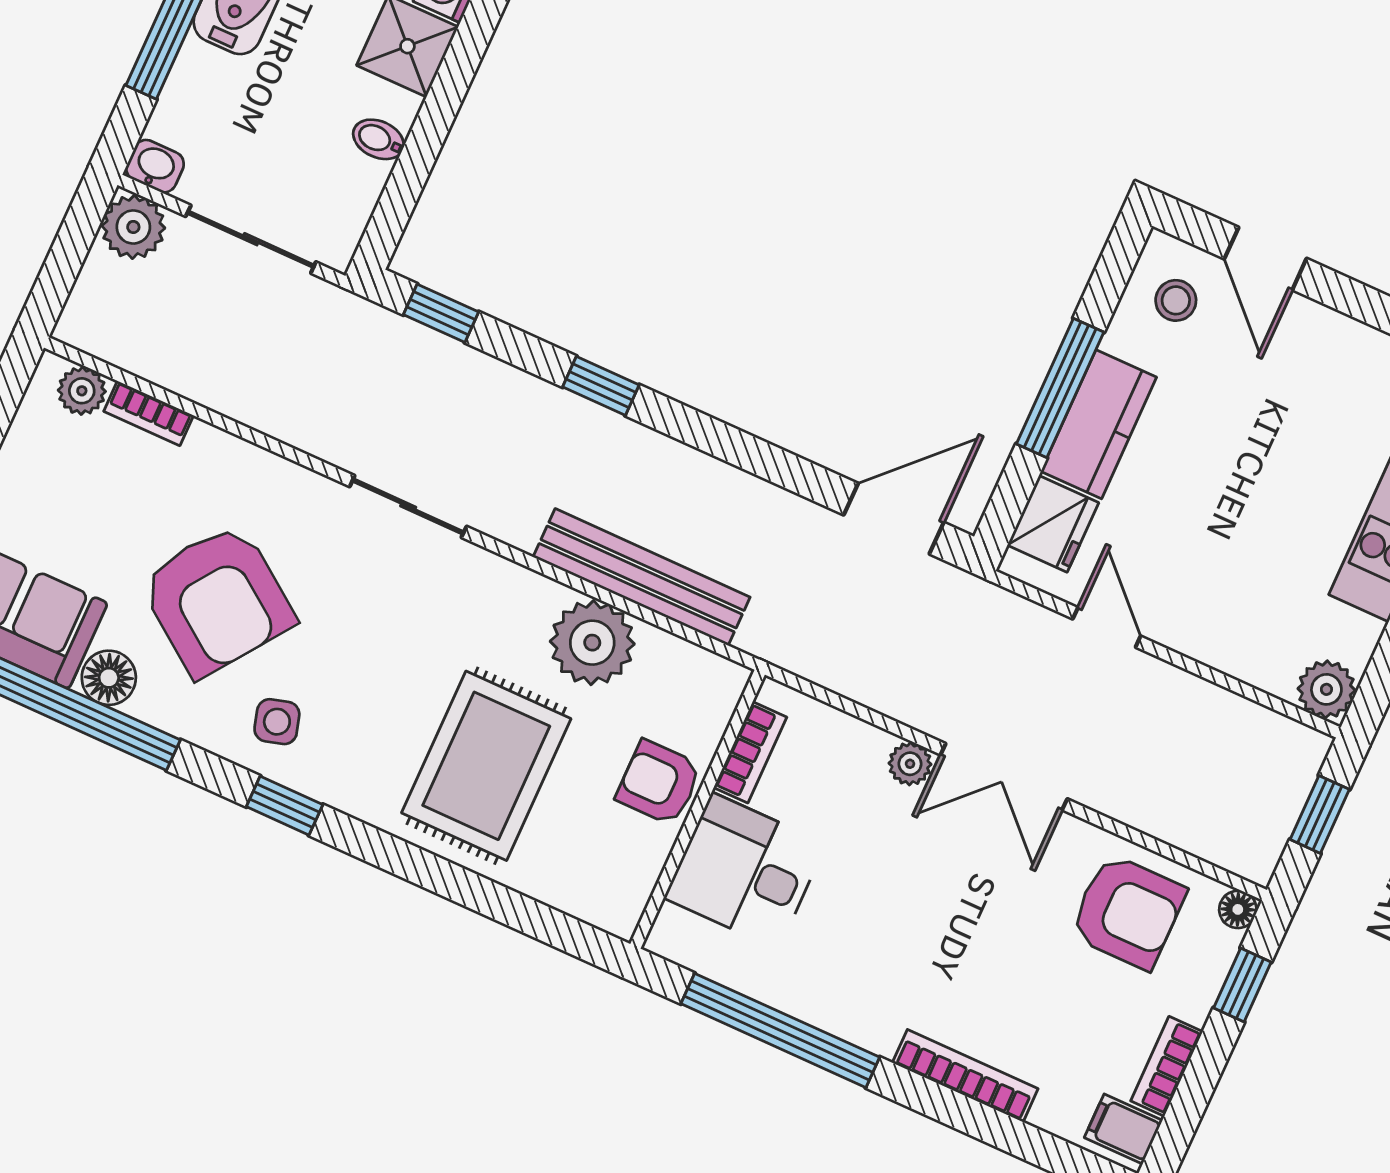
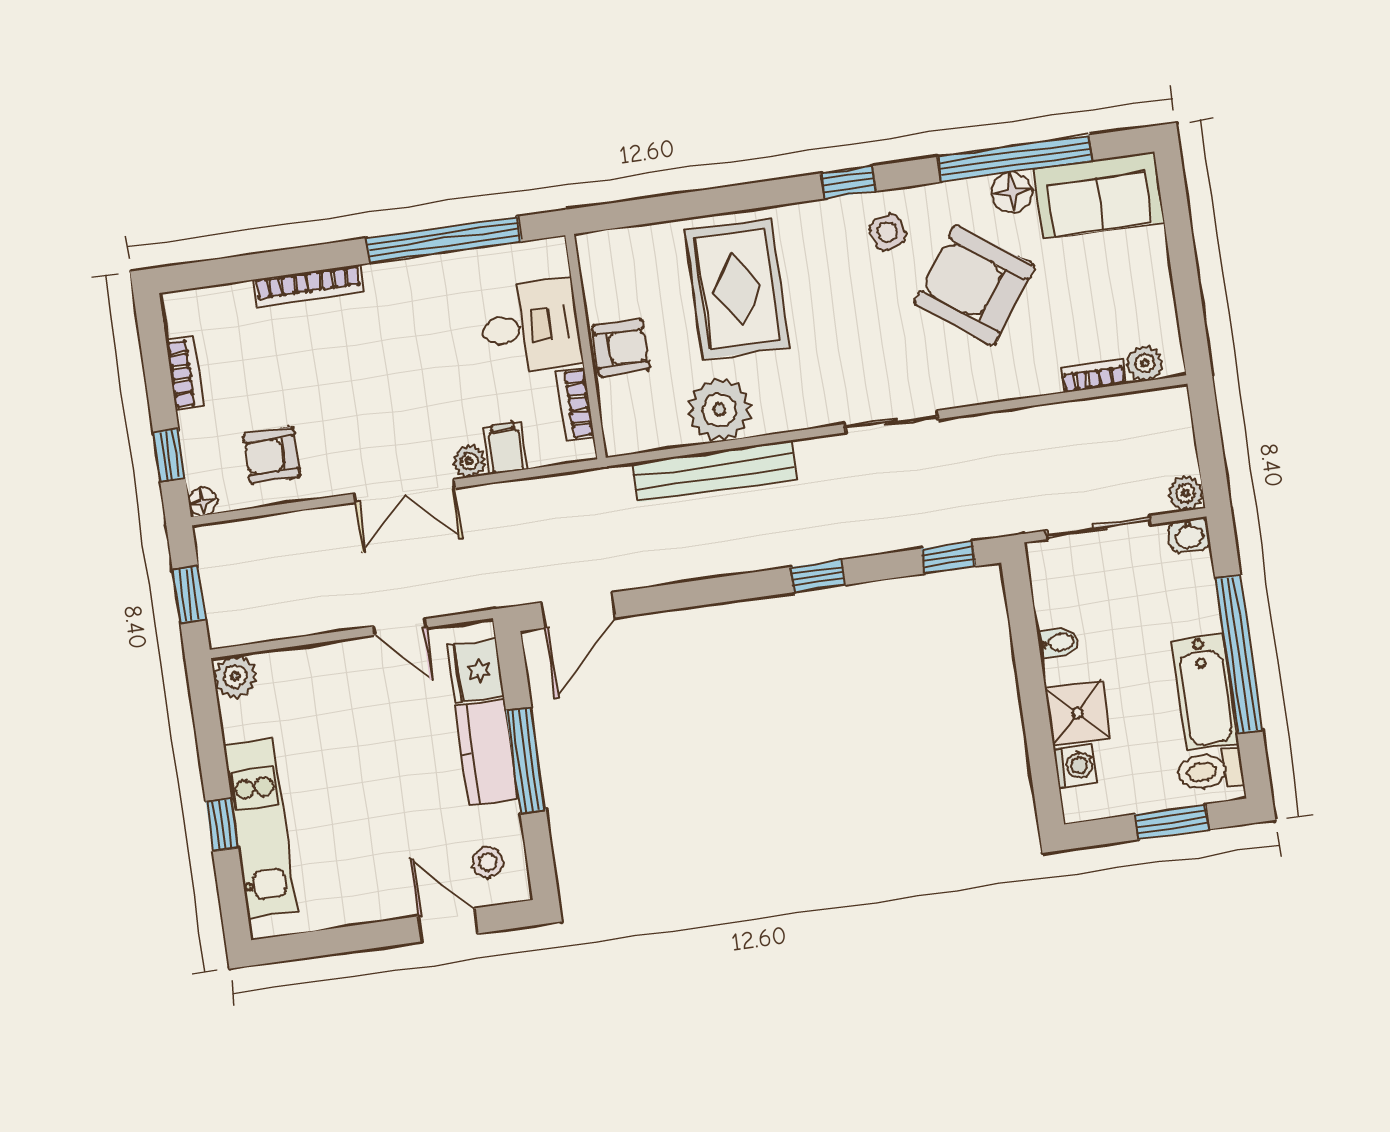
plant: (133, 227) -> (1186, 493), width x0.73, depth x0.73
double door: (1004, 777) -> (404, 491), swing flipped
armchair: (1128, 912) -> (272, 455), width x0.72, depth x0.72
filing cabinet: (1123, 1129) -> (505, 448), moved, turned -90

